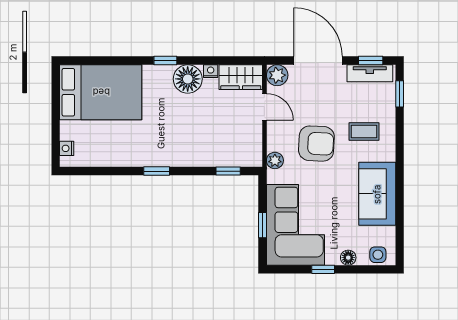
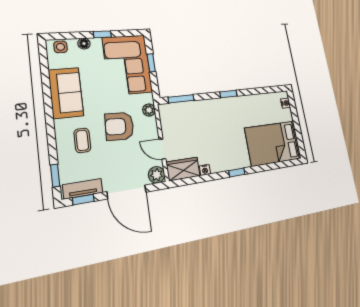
floor lamp: (188, 79) -> (220, 161), removed
coffee table: (364, 132) -> (82, 140), turned 90
window: (228, 171) -> (181, 99), width x1.50

